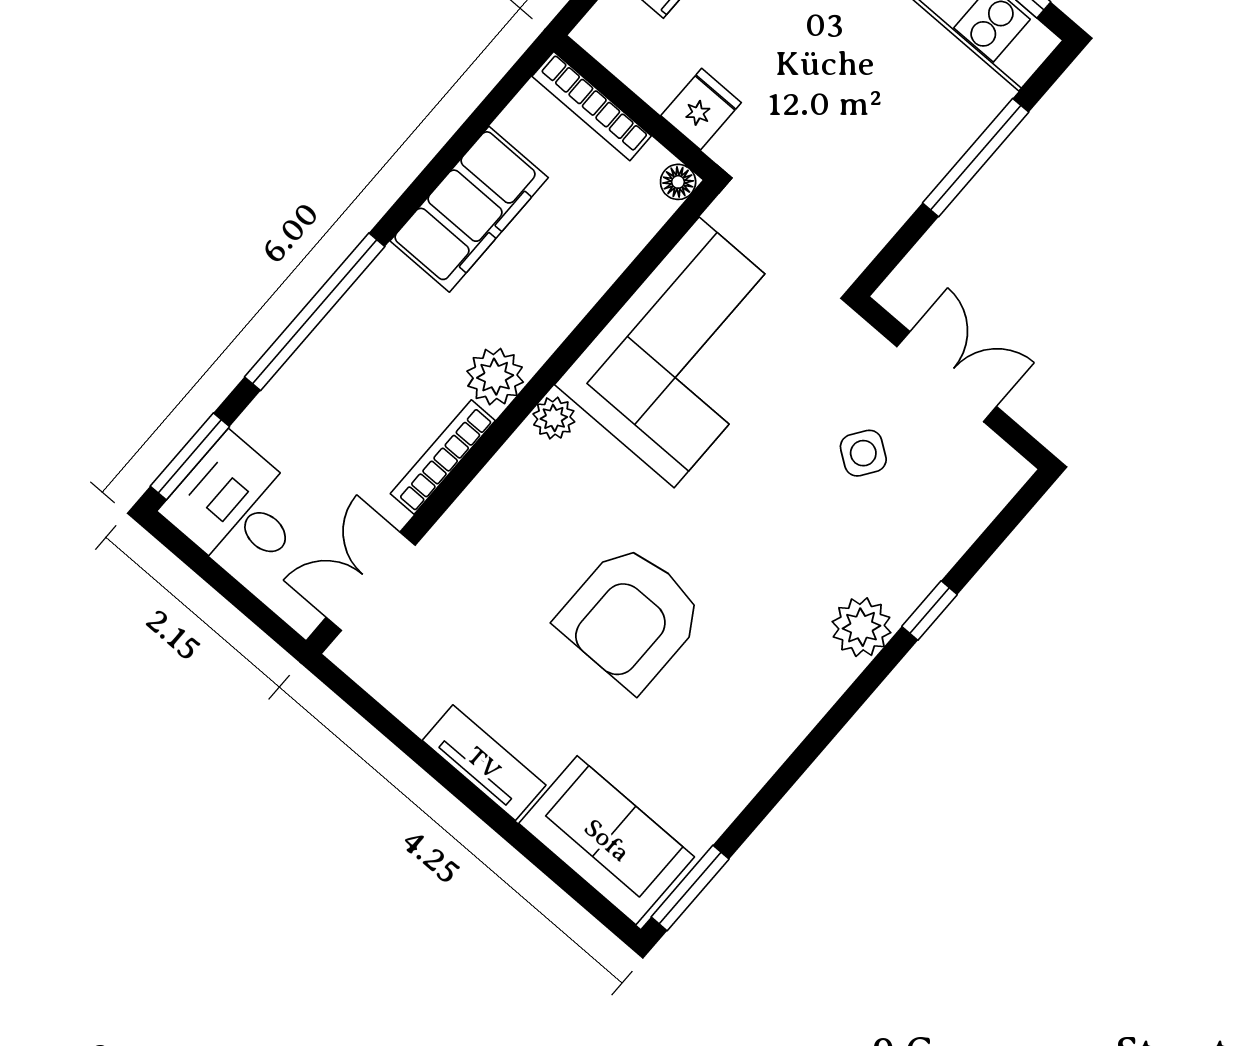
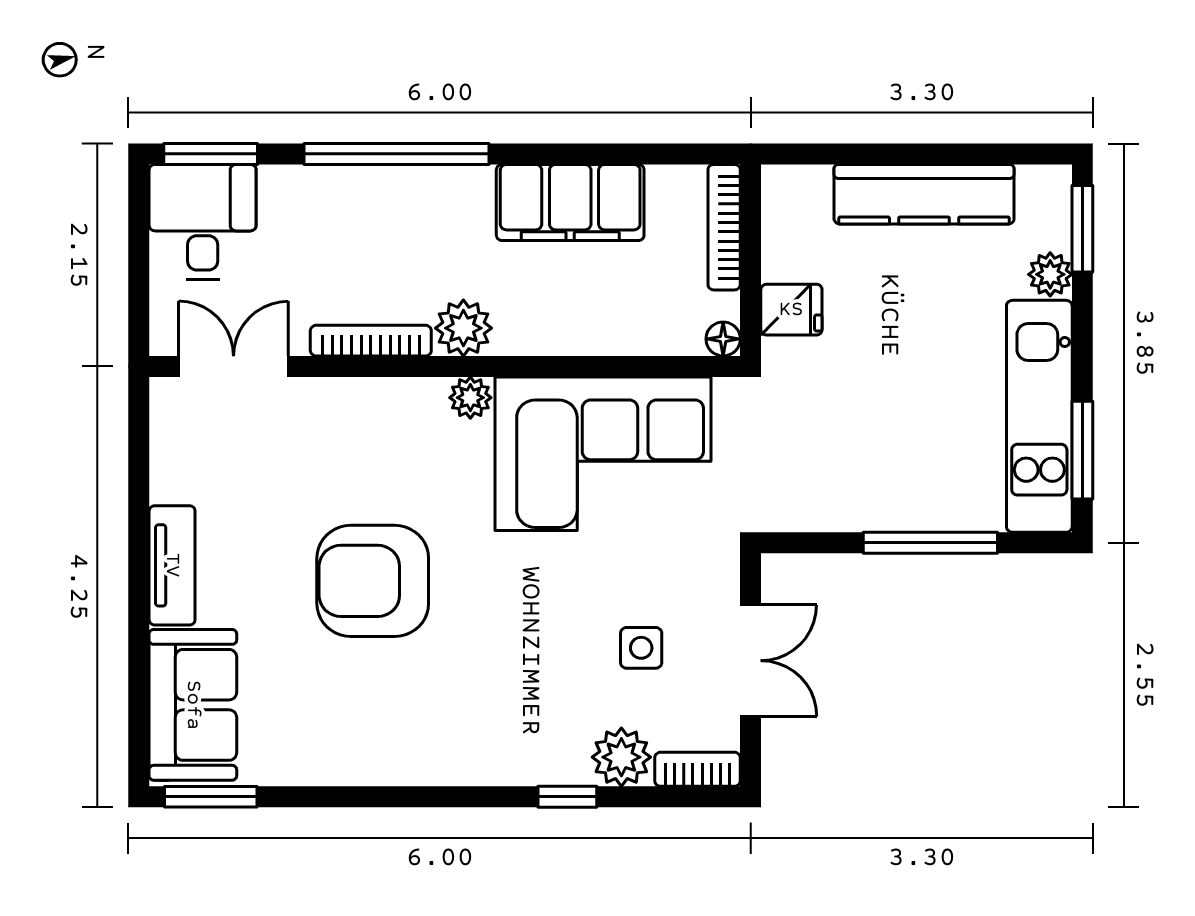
side table: (863, 453) -> (641, 648), turned -35
bookcase: (996, 491) -> (697, 769), added
plant: (862, 627) -> (621, 757), moved

